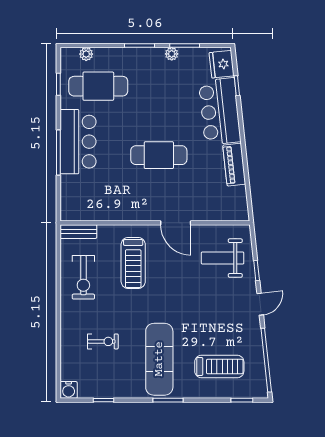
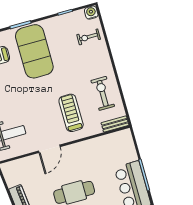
door: (176, 223) -> (49, 149), swing flipped
exercise bike: (103, 341) -> (89, 37), moved
exercise mat: (159, 359) -> (34, 51), width x1.47

